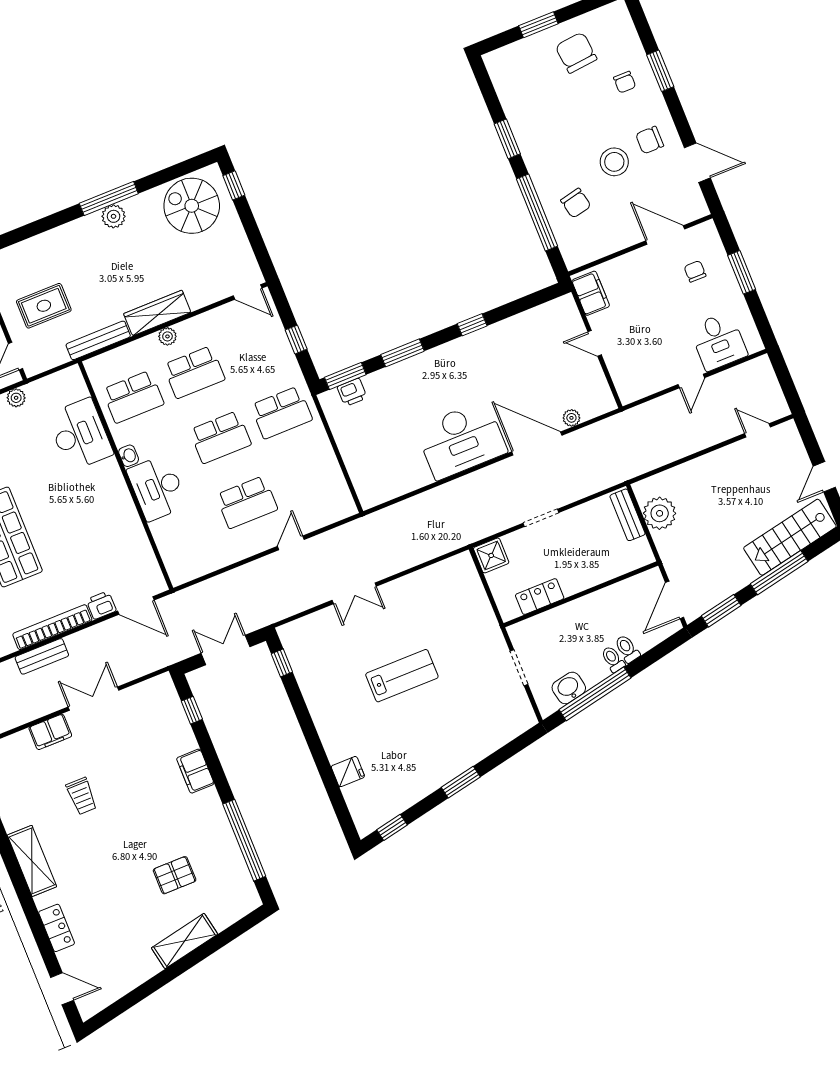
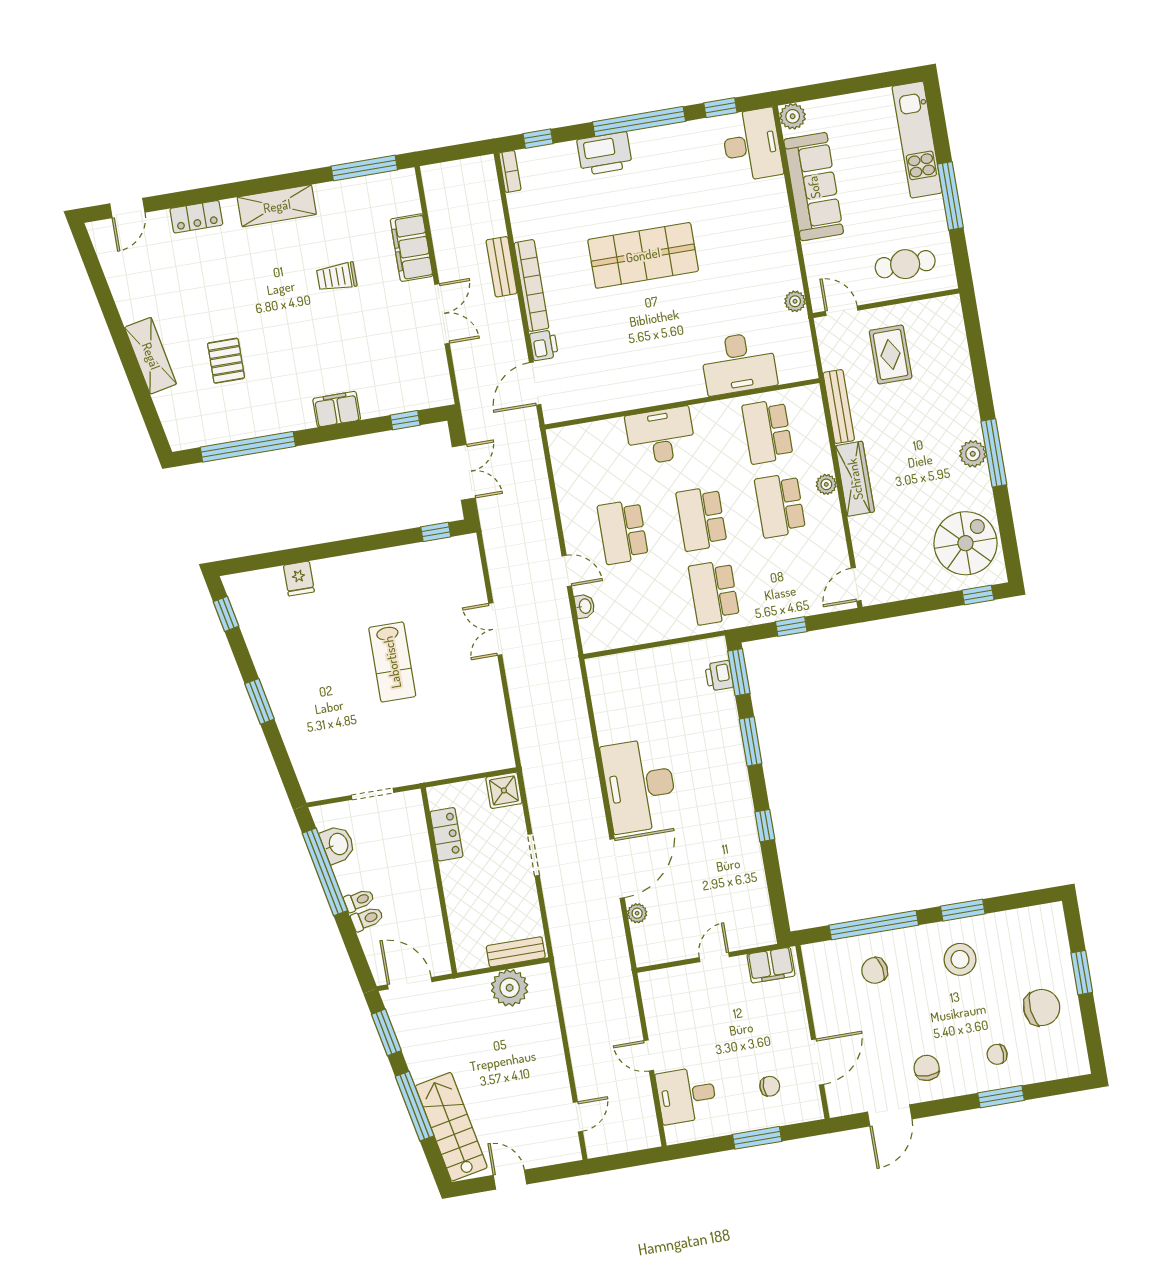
stool: (614, 162) -> (960, 959), moved
washbasin: (129, 456) -> (585, 606), moved, turned -90
filing cabinet: (50, 732) -> (412, 248), width x1.50, depth x1.17

